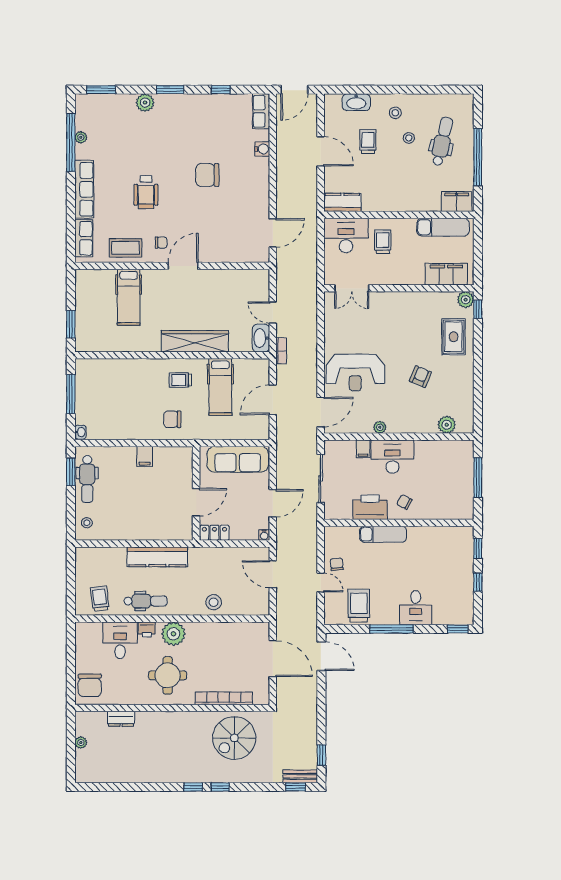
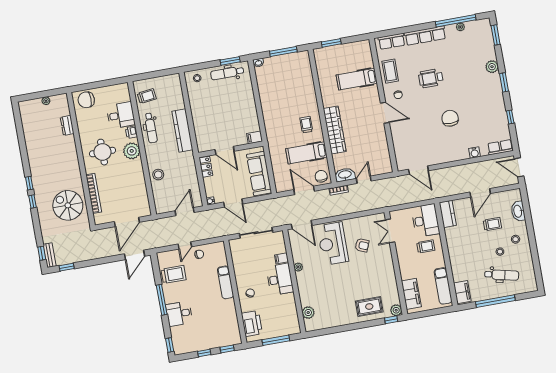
armchair: (420, 377) -> (362, 245), moved
chair: (172, 419) -> (321, 176), moved
filing cabinet: (145, 456) -> (255, 137), moved
printer: (370, 507) -> (252, 324), moved

